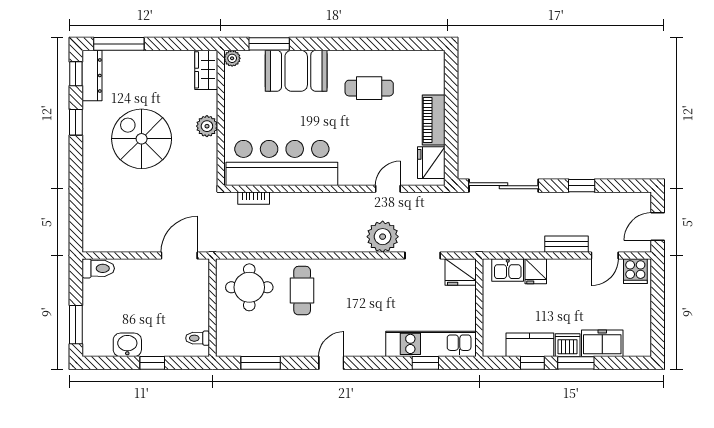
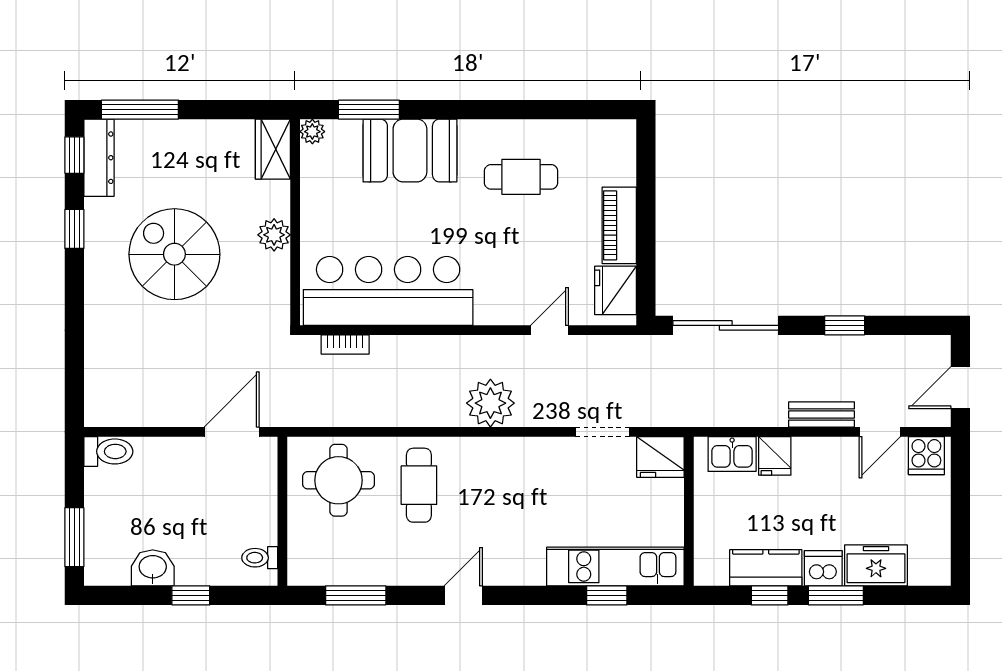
plant: (383, 237) -> (490, 403), moved

